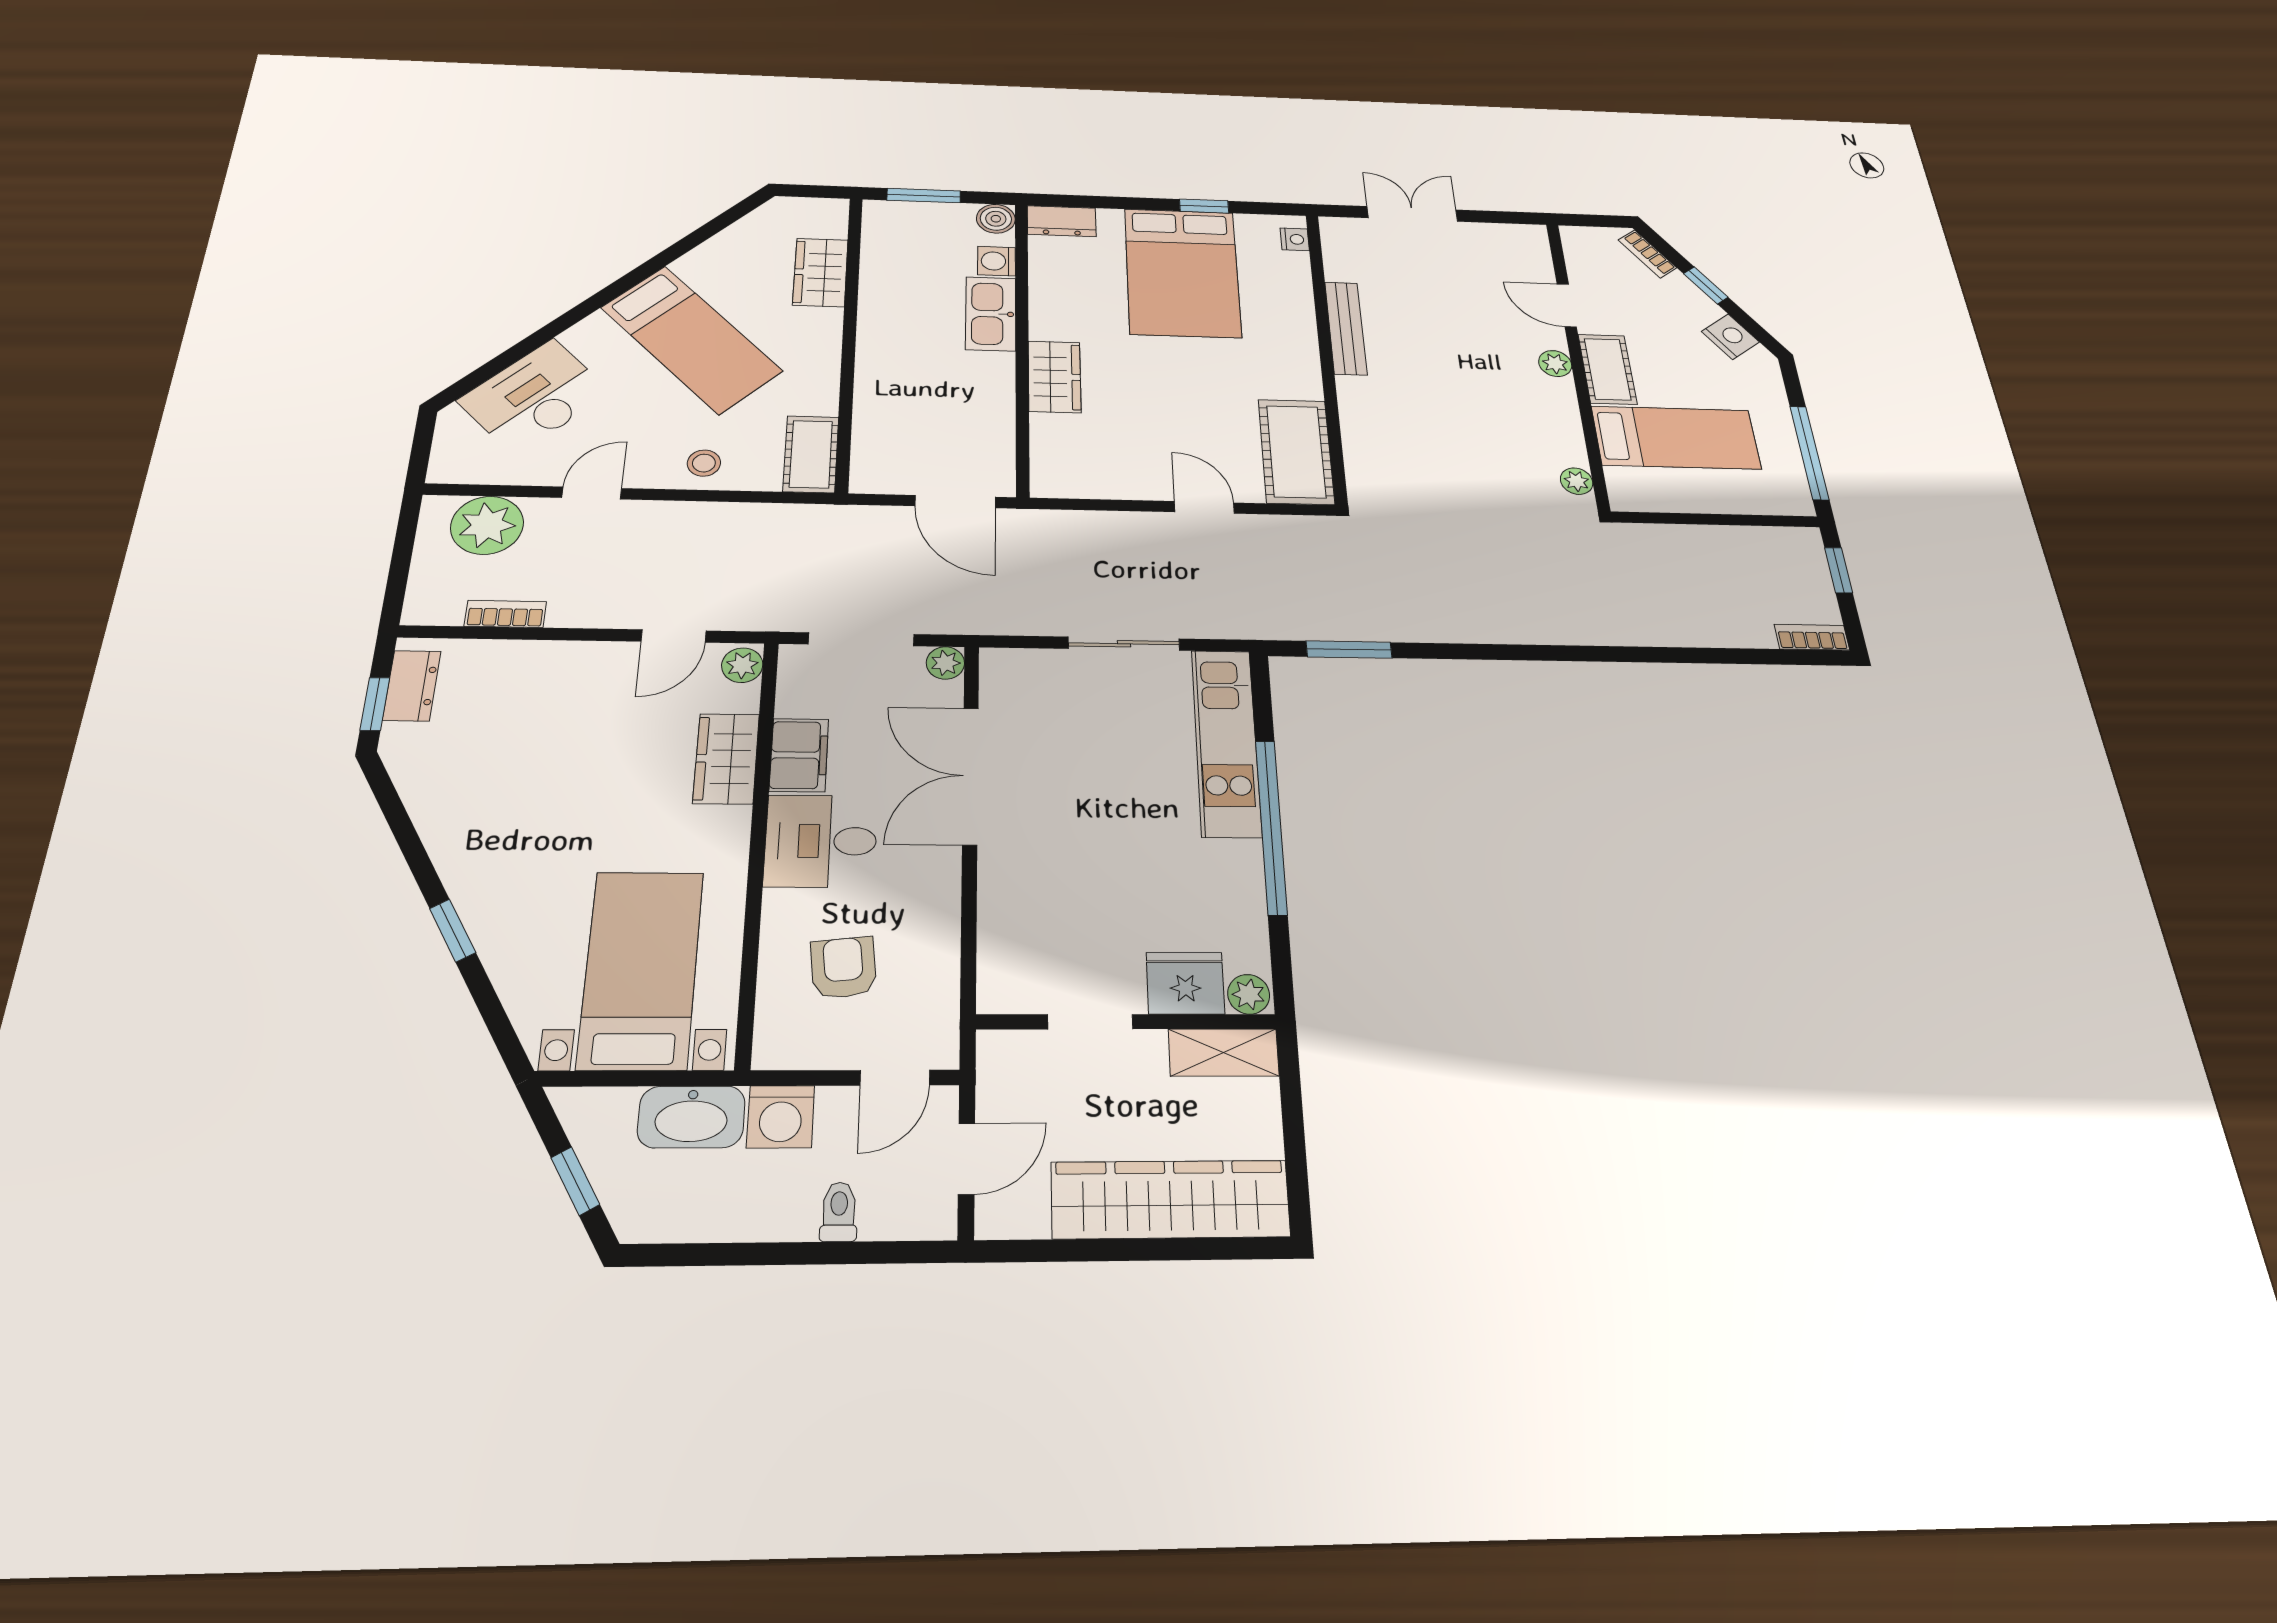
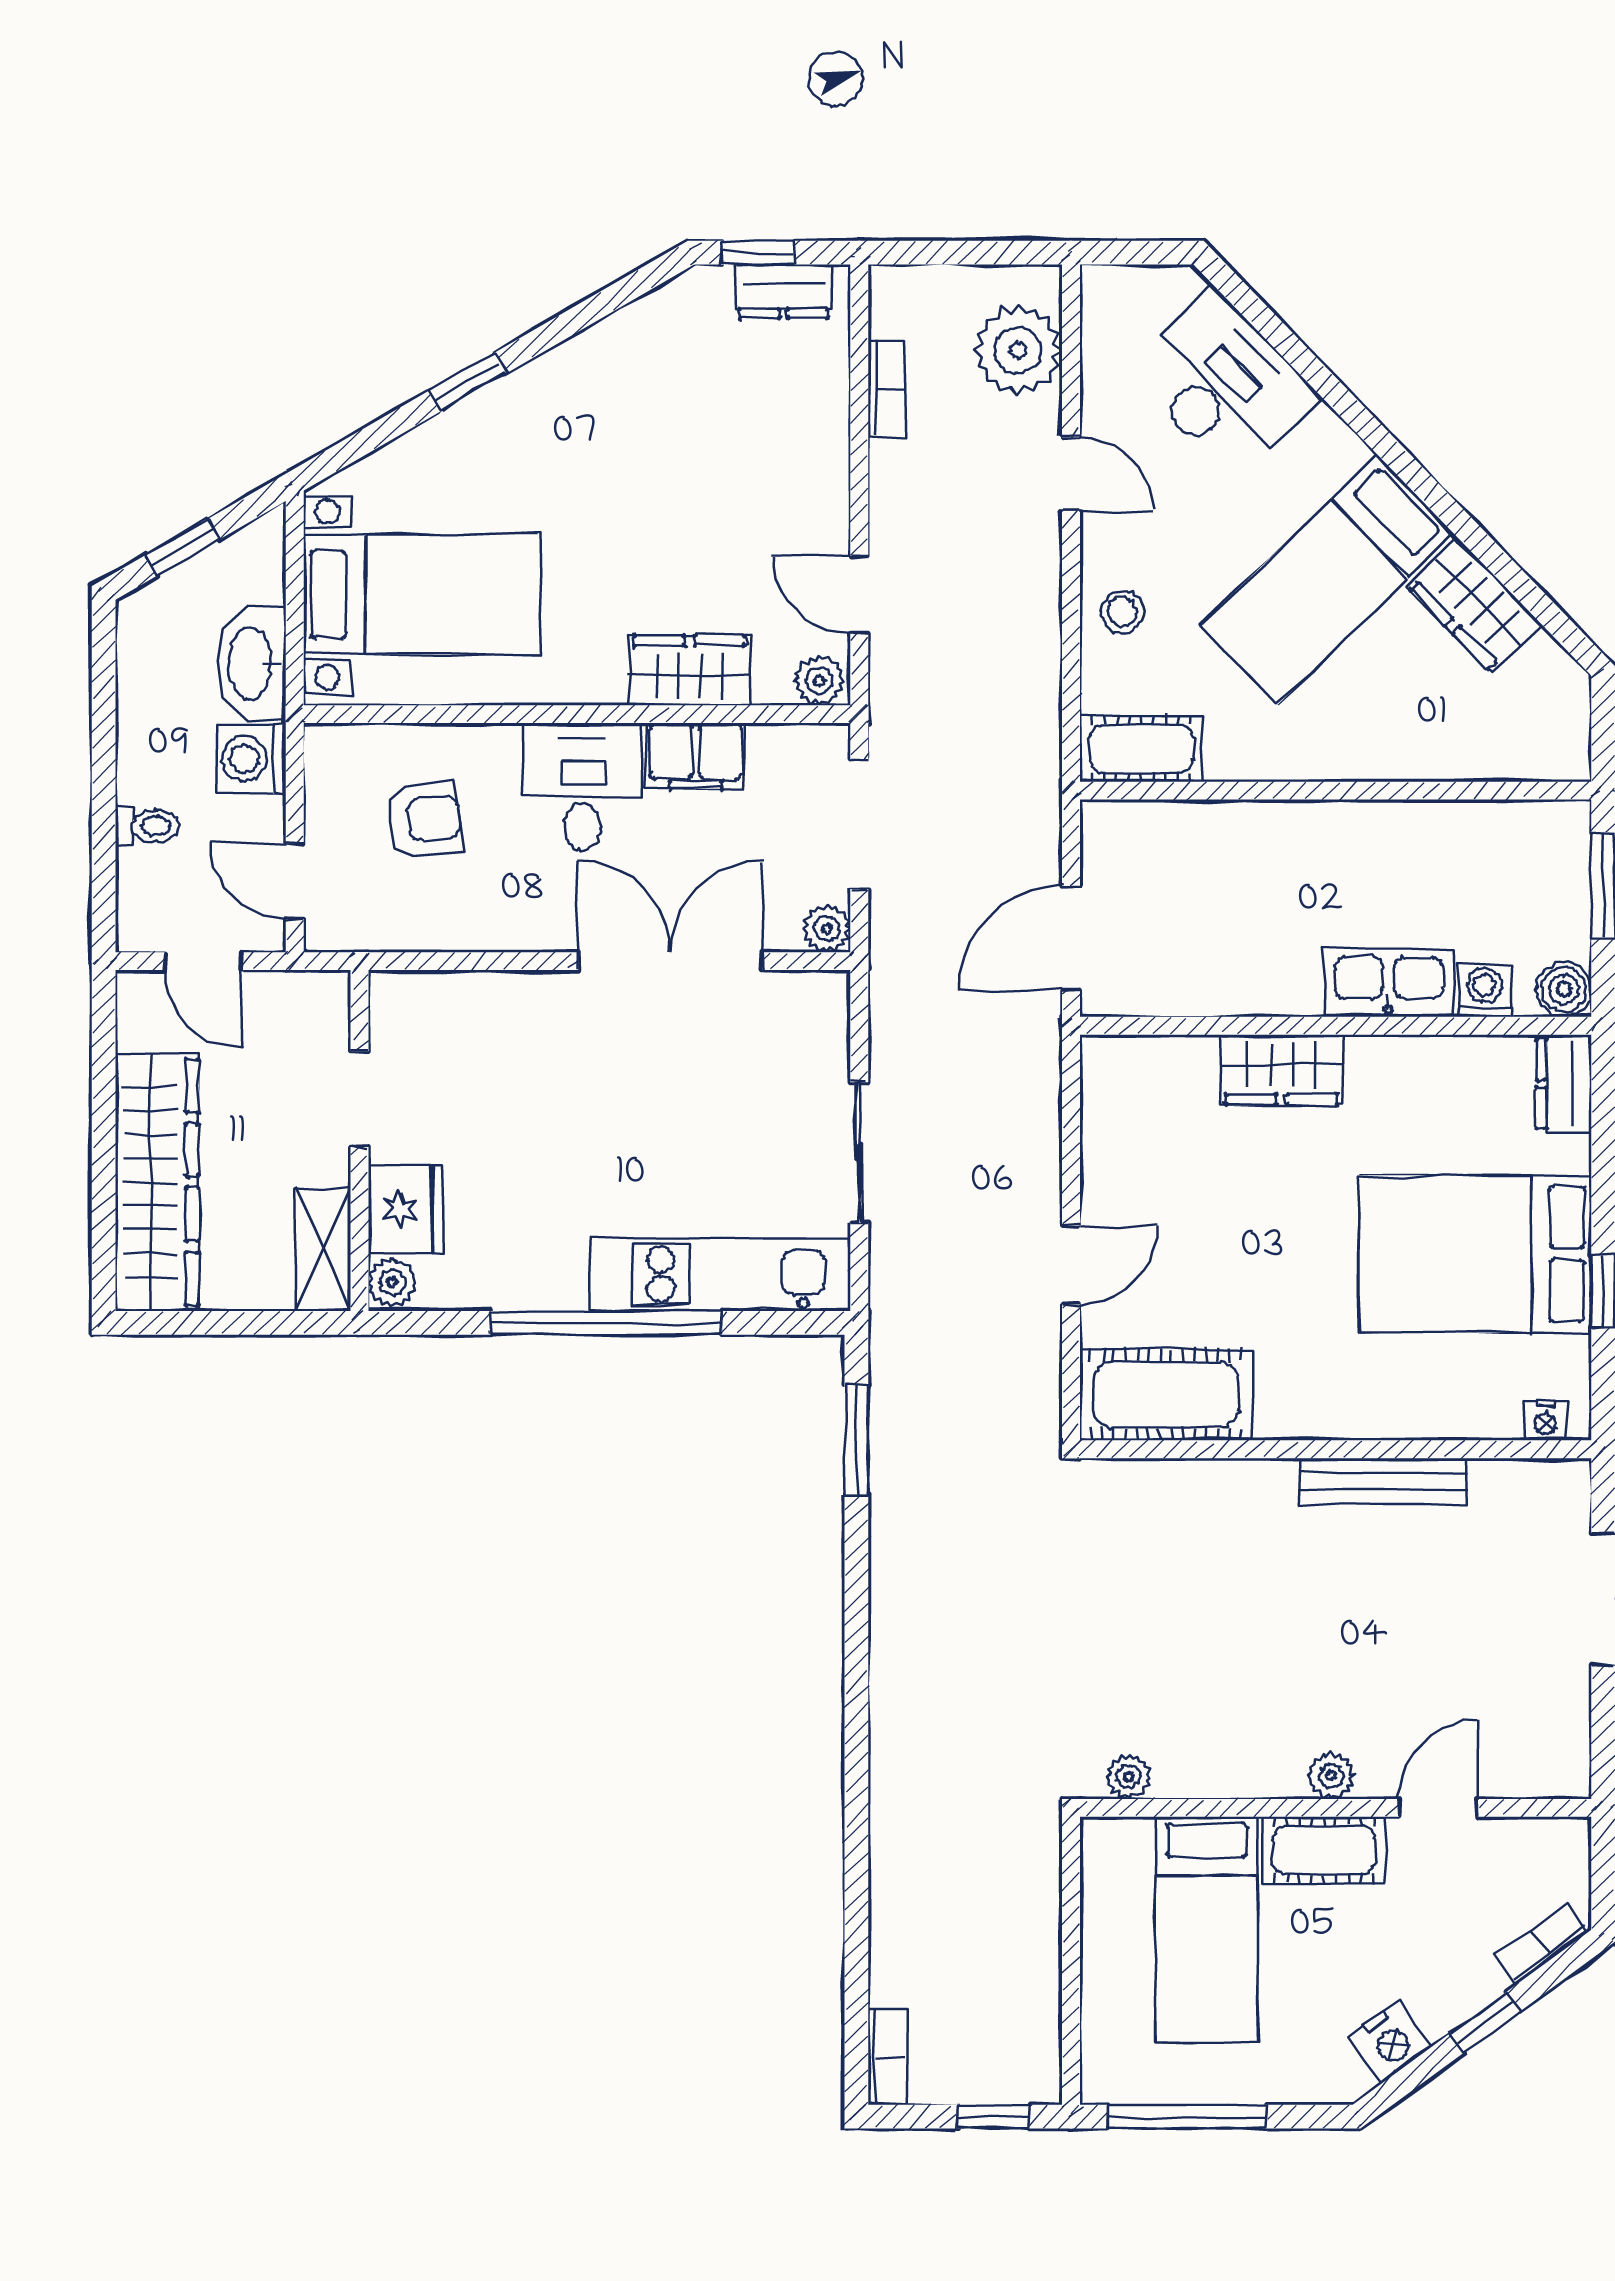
wardrobe: (820, 272) -> (1474, 605), moved, turned -134

